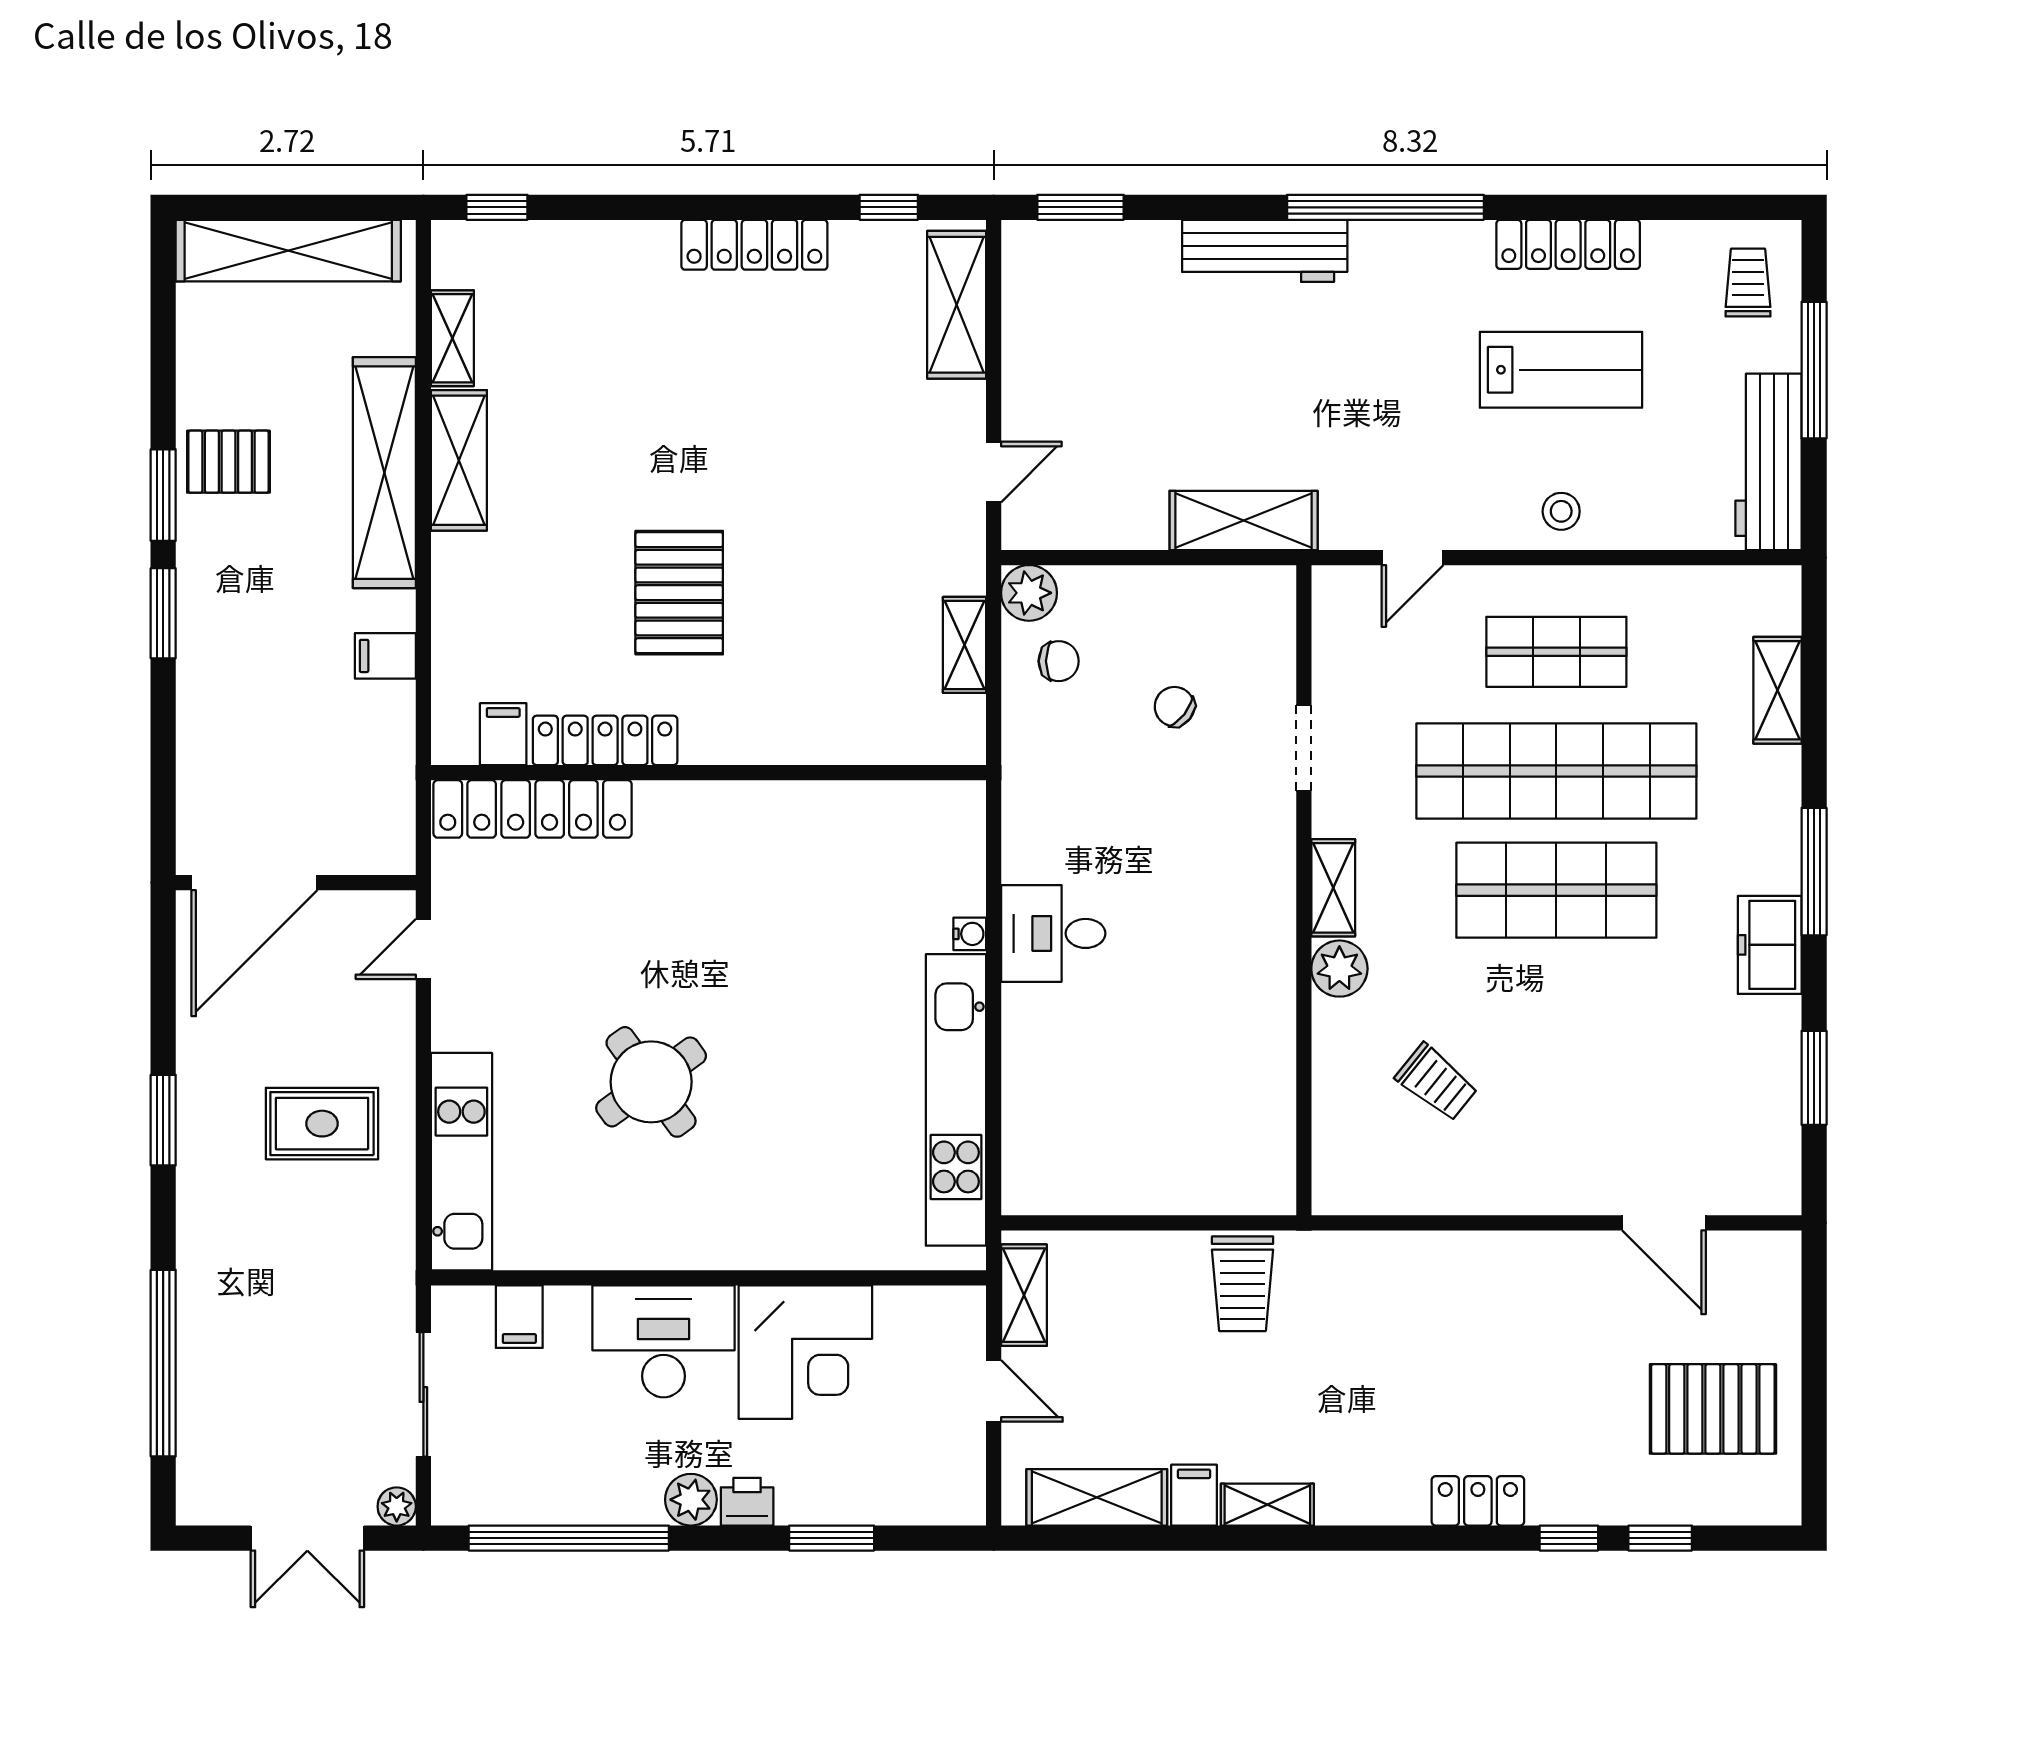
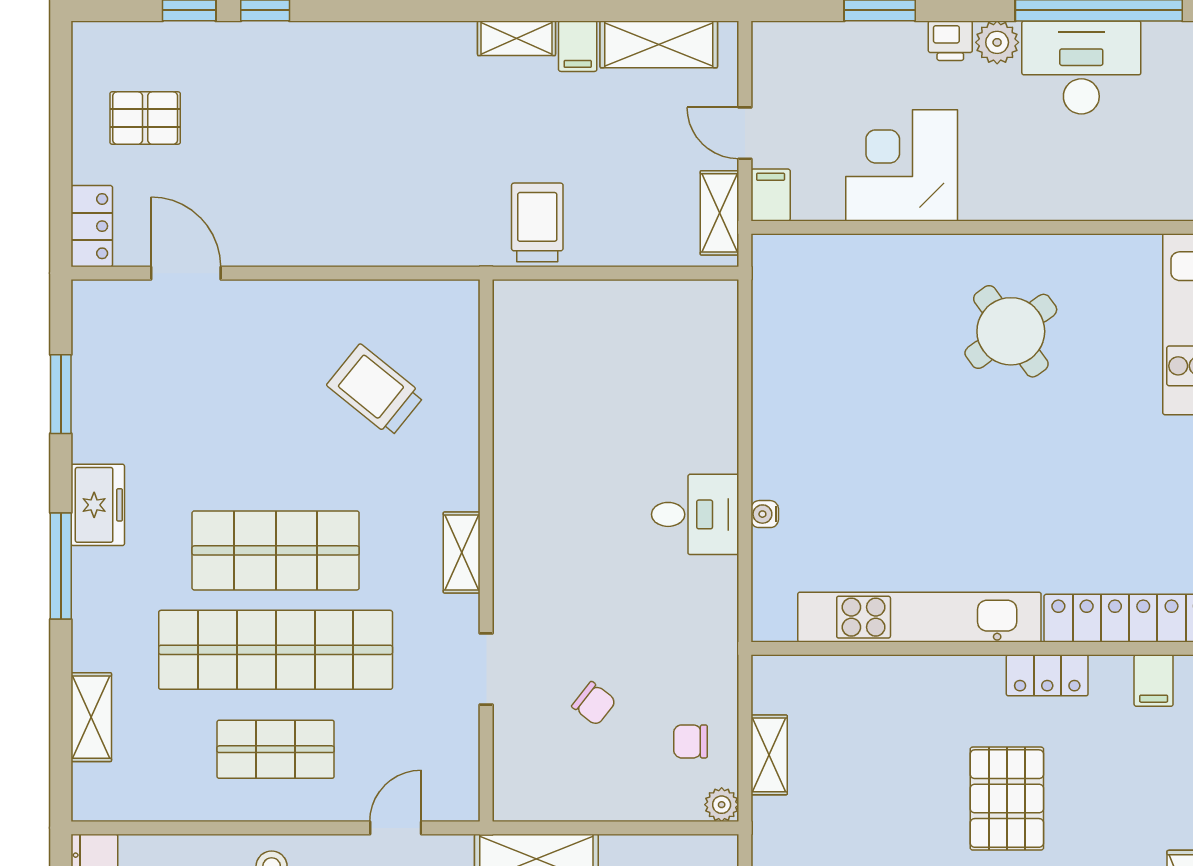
plant: (1029, 593) -> (722, 805), width x0.73, depth x0.73
locker: (605, 740) -> (1047, 675), width x0.66
plant: (1339, 969) -> (456, 485), removed
round table: (651, 1082) -> (1011, 331), moved
trolley: (1437, 1082) -> (376, 390), width x1.36, depth x1.39
kitchen unit: (956, 1100) -> (919, 617), moved, turned -90
filing cabinet: (519, 1317) -> (771, 195), moved
desk: (663, 1341) -> (1081, 67), moved, turned 180
pallet: (1713, 1409) -> (145, 118), width x0.67, depth x0.71
locker: (1478, 1501) -> (92, 226), moved, turned -90

